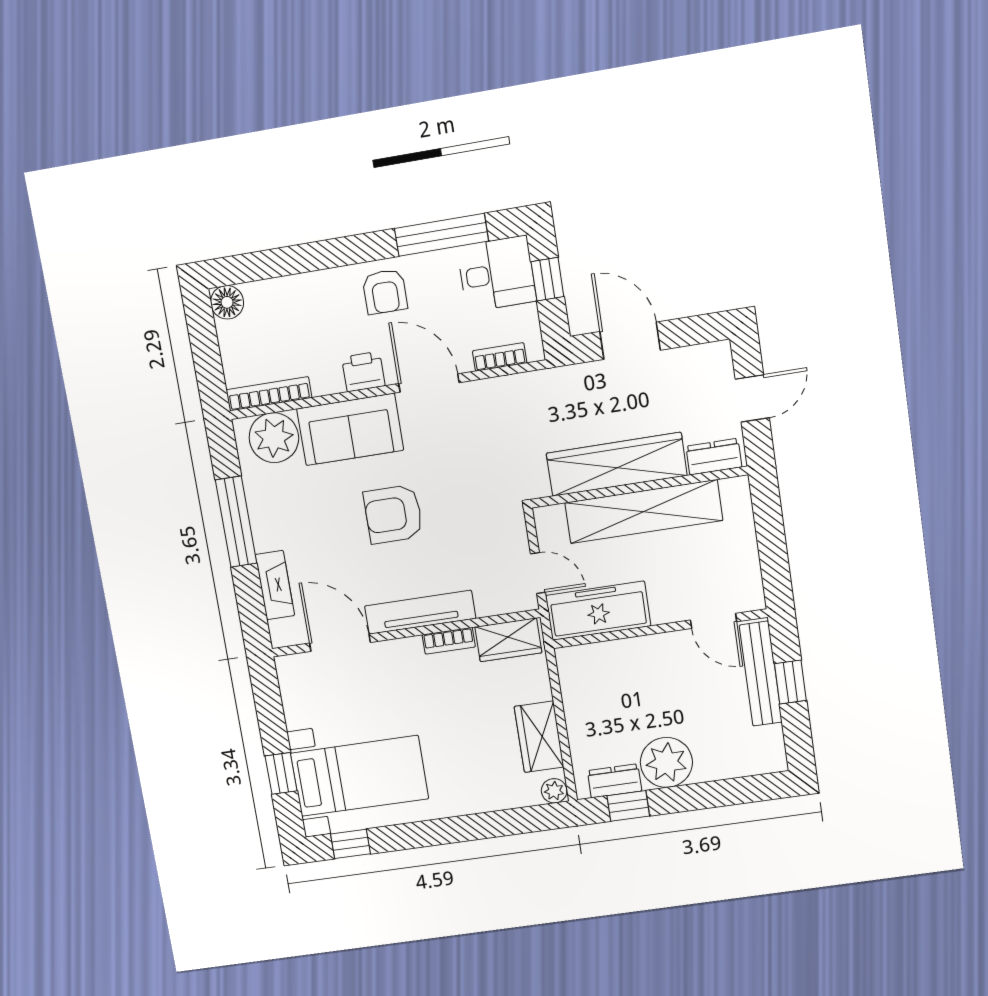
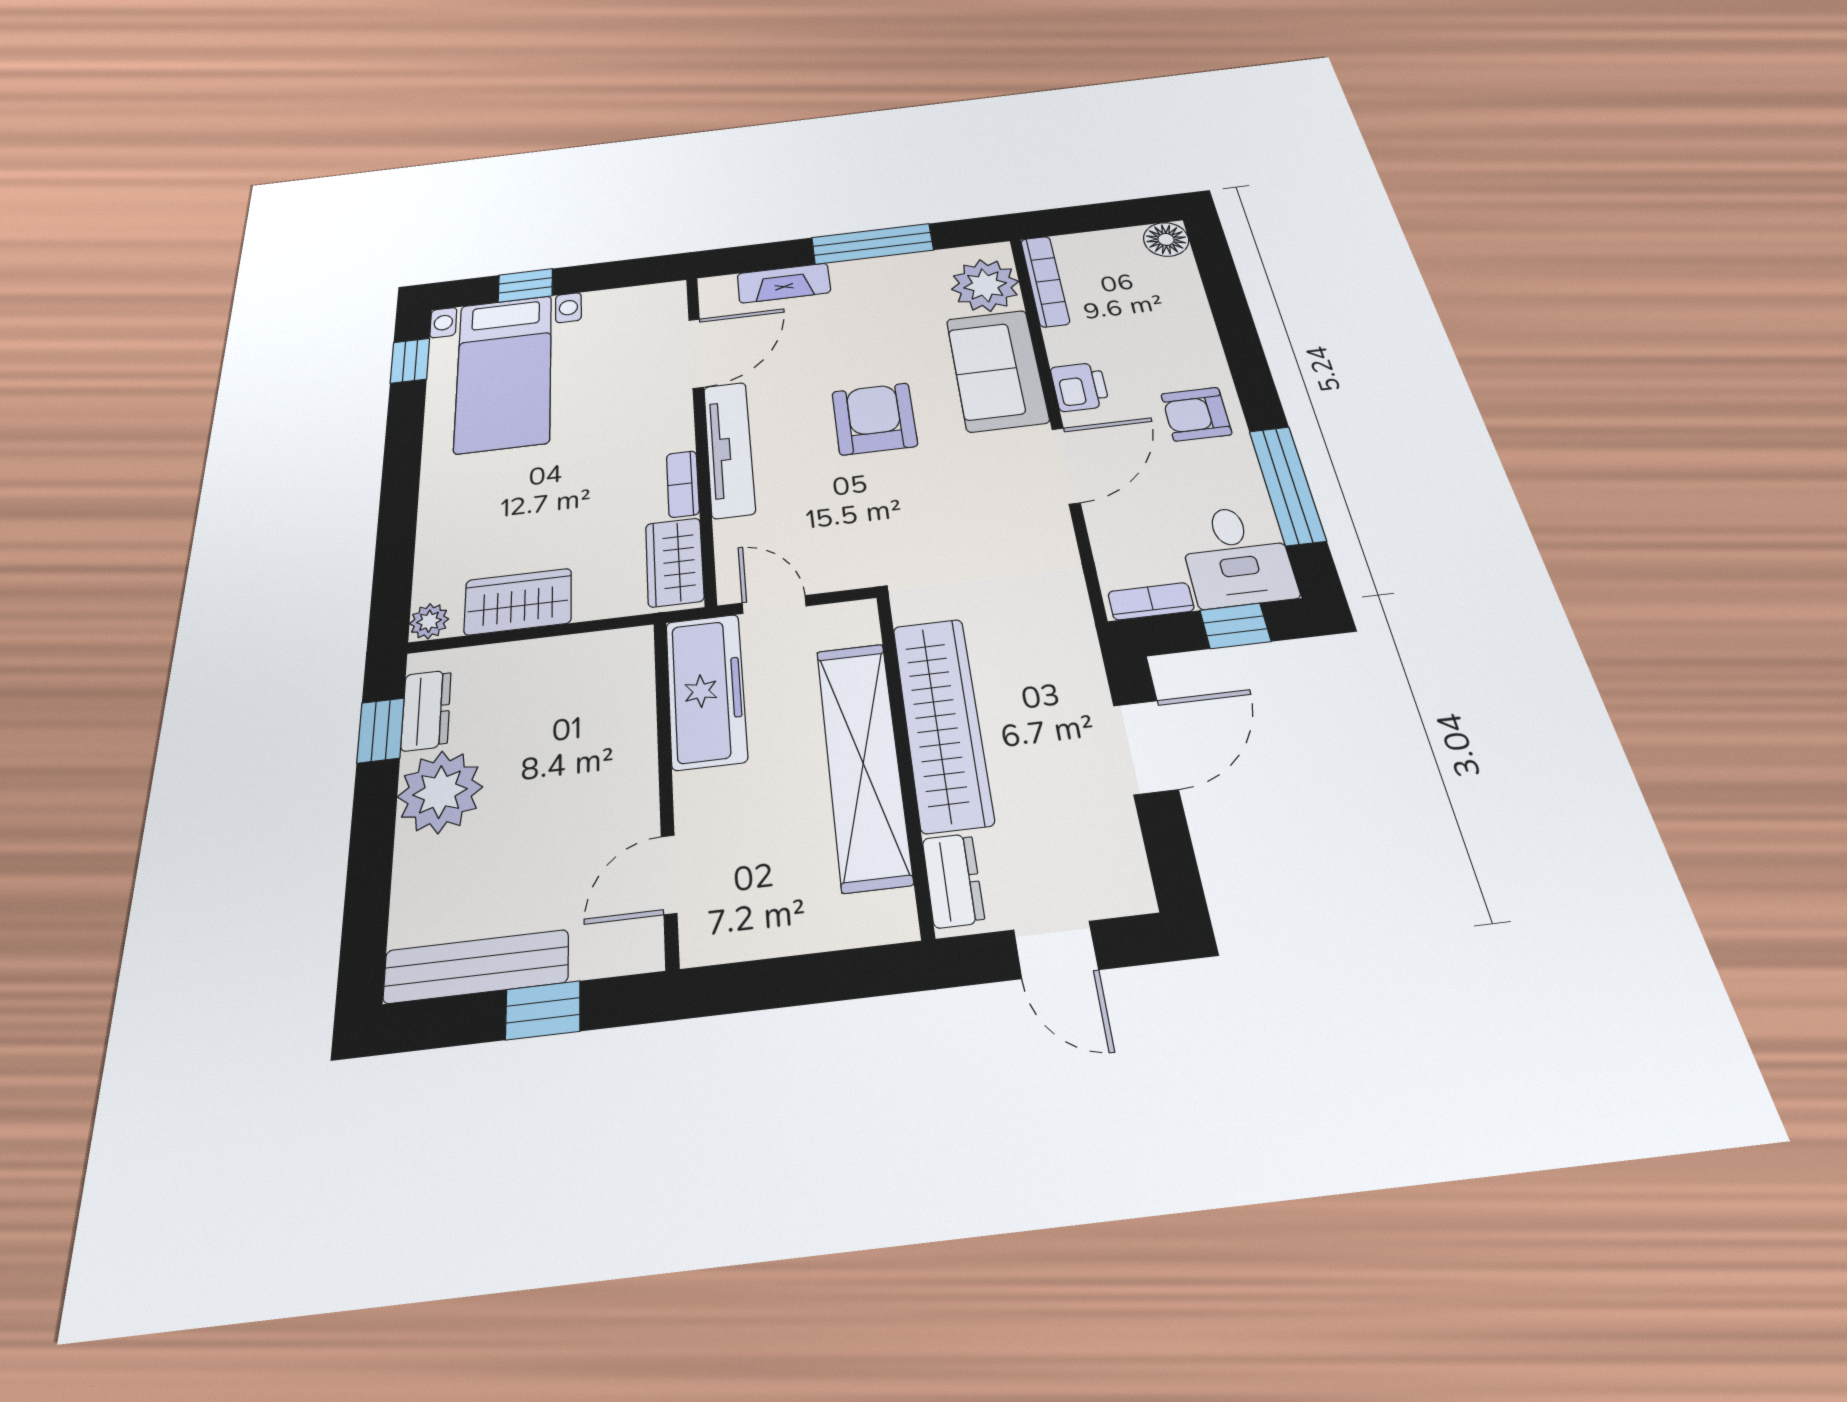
bookcase: (500, 357) -> (1151, 601), moved, turned -90
door: (538, 573) -> (774, 605), swing flipped
bench: (761, 674) -> (476, 966), moved

